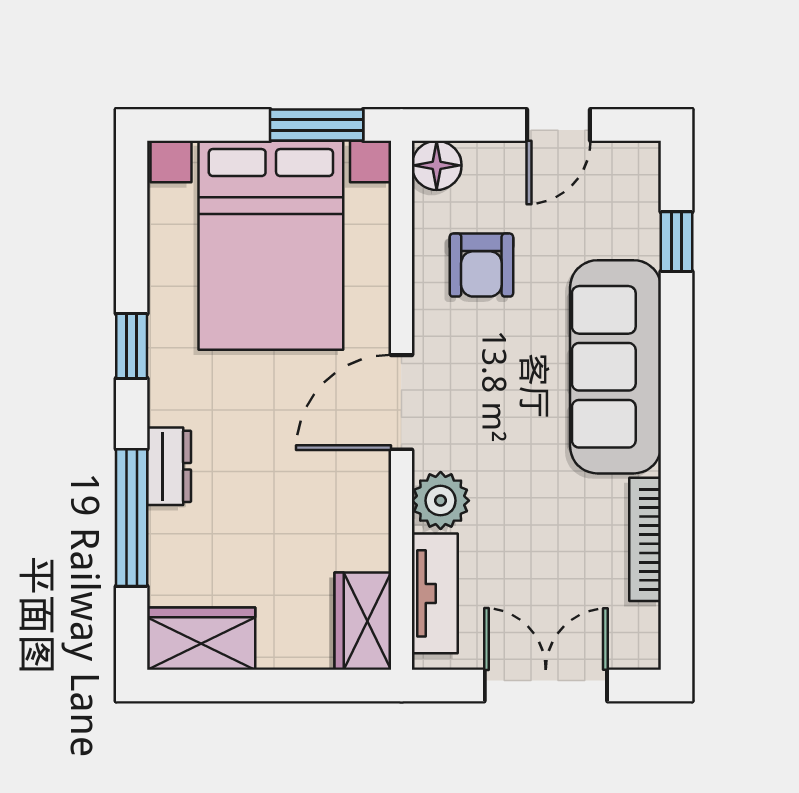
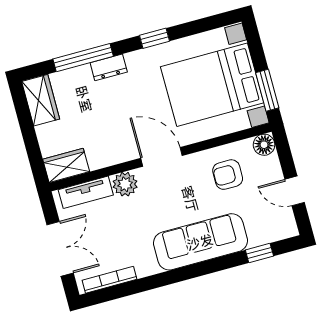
bookcase: (645, 539) -> (109, 280), moved

